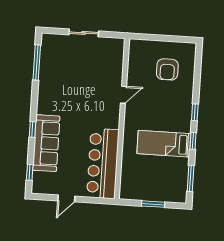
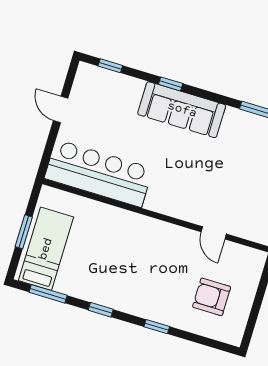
door: (123, 95) -> (214, 233), moved
window: (195, 112) -> (157, 327), moved
sofa: (46, 143) -> (182, 110), moved
bed: (164, 144) -> (46, 249), moved

